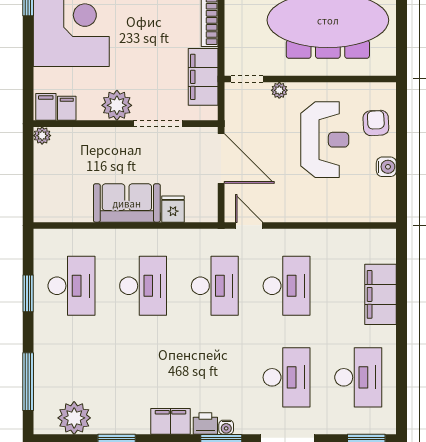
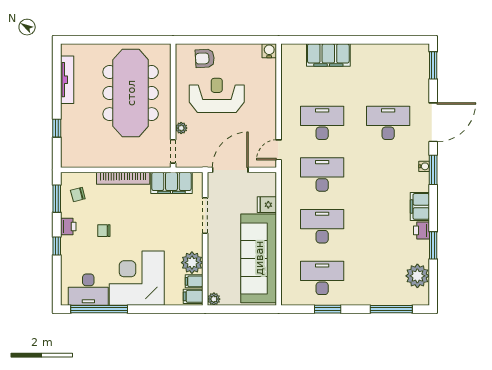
plant: (117, 105) -> (192, 263), moved
water cooler: (386, 167) -> (269, 51), moved
sofa: (127, 203) -> (259, 258), width x1.85, depth x1.27
desk: (358, 377) -> (388, 71), removed
printer: (205, 424) -> (421, 230), moved

